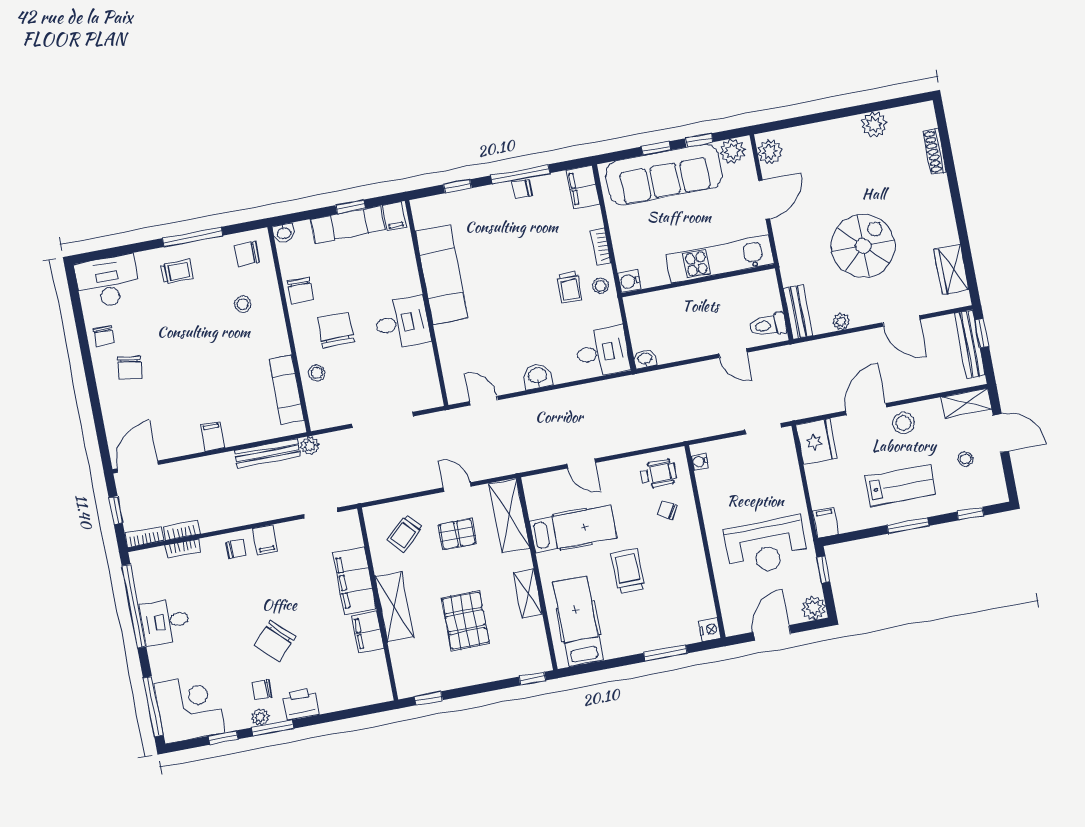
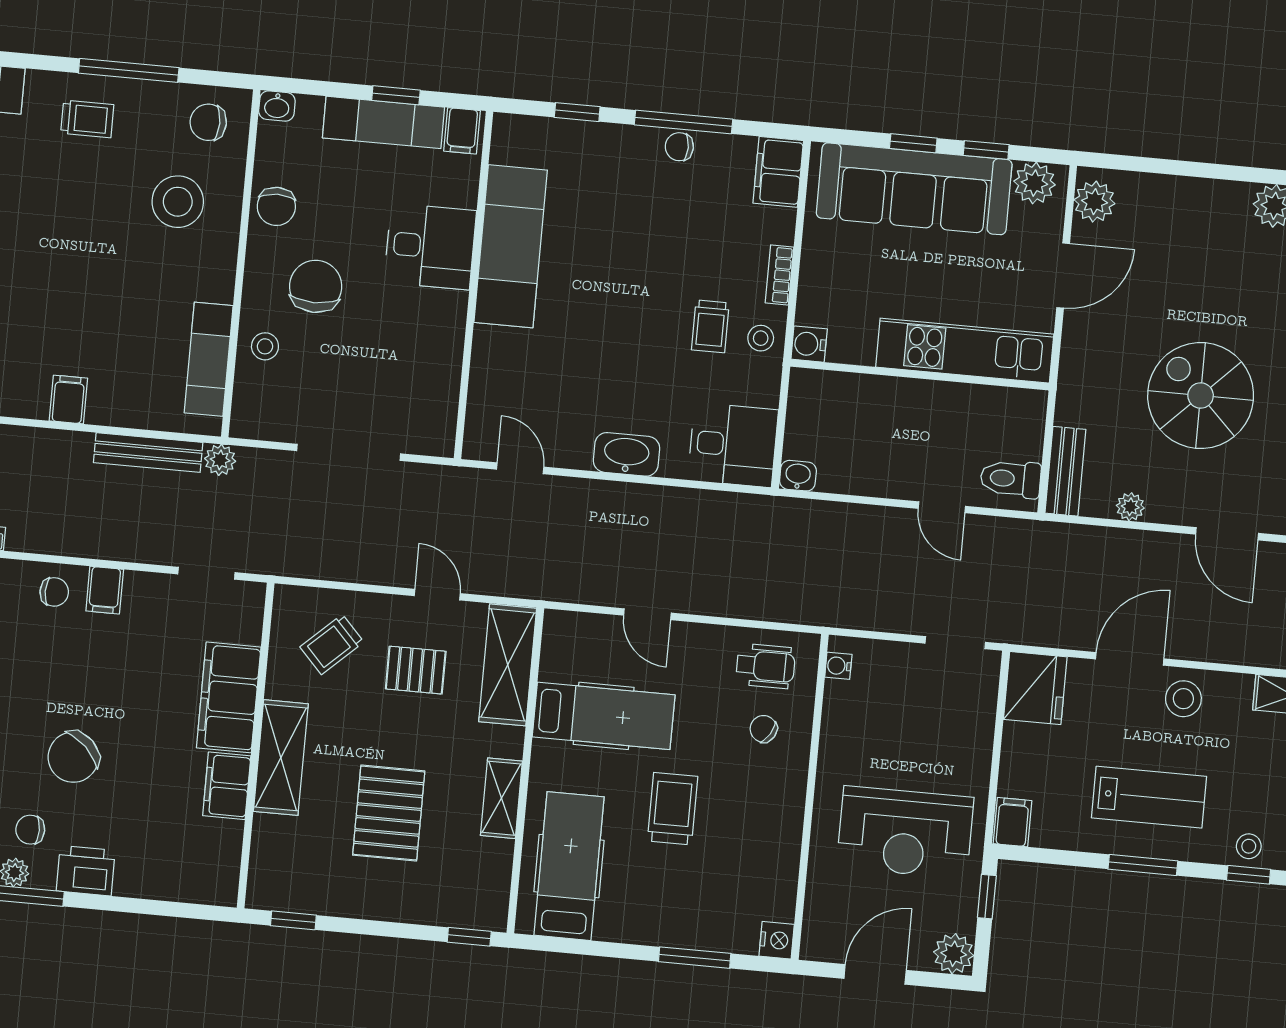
spiral stairs: (863, 246) -> (1201, 396), turned -90
stool: (243, 304) -> (178, 202), width x1.89, depth x1.89
desk: (402, 323) -> (430, 246), moved
washbasin: (537, 376) -> (626, 454), width x1.38
stool: (965, 459) -> (1249, 846), moved

